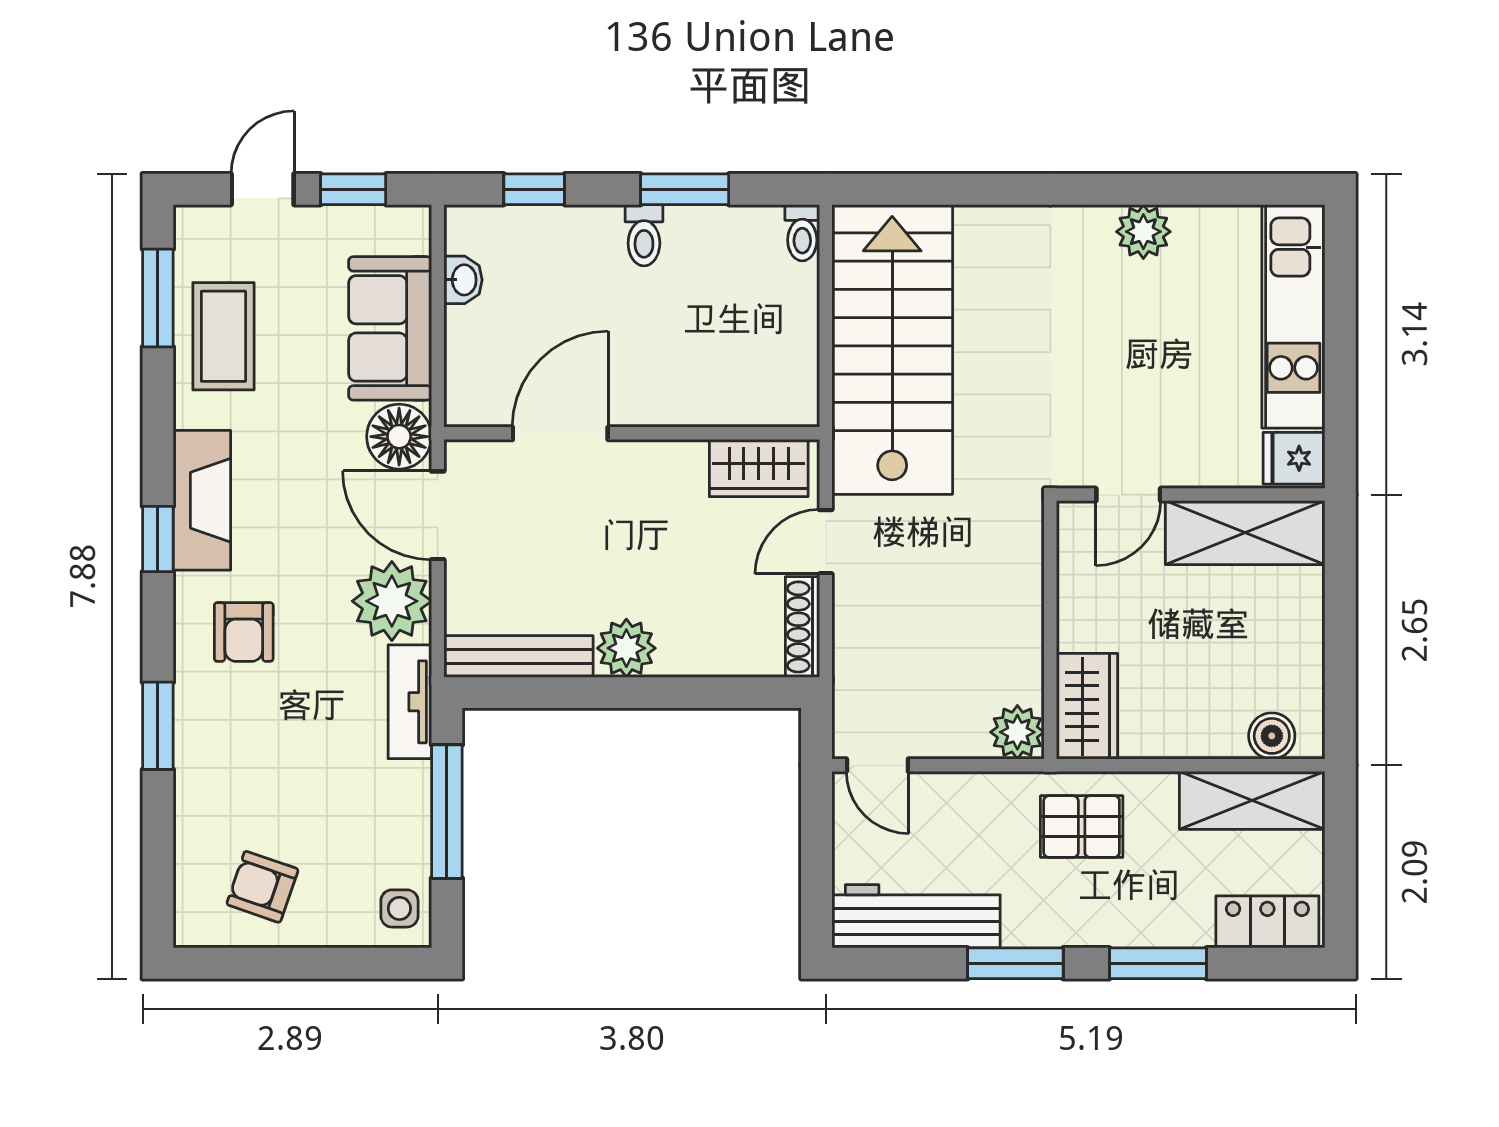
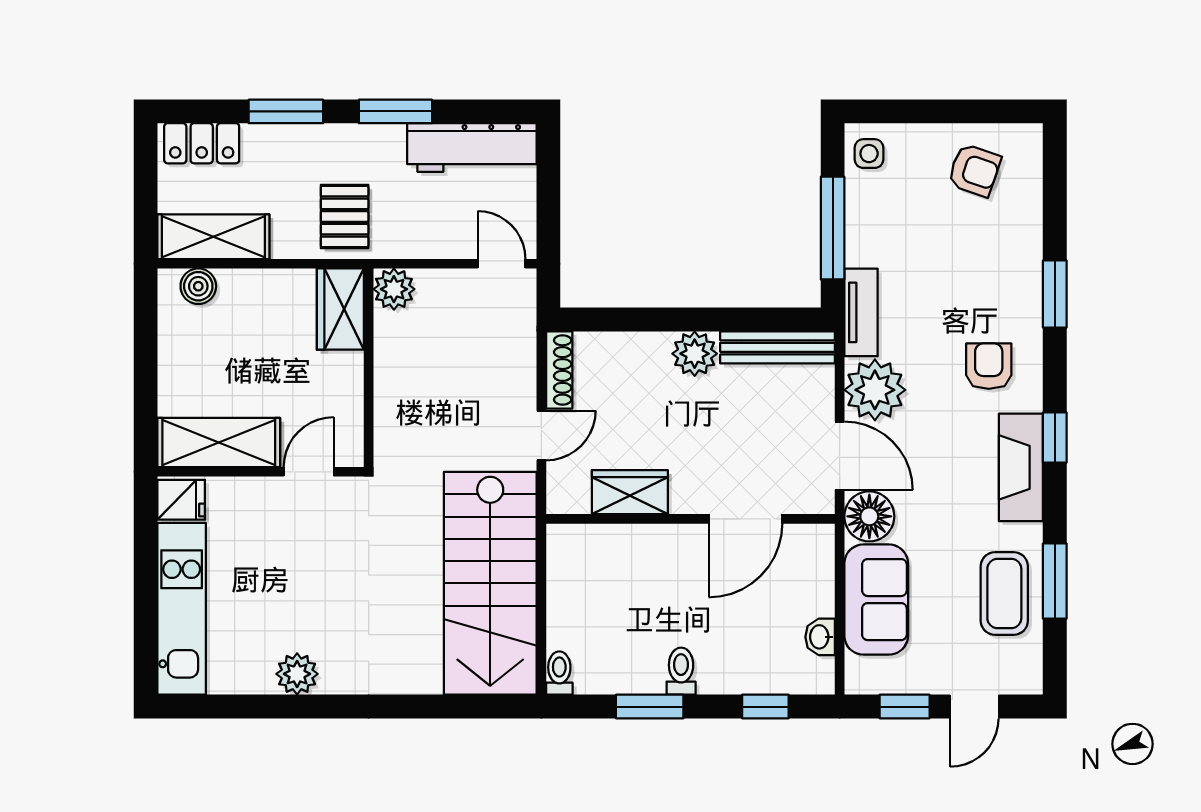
window: (158, 298) -> (1055, 581), moved
wardrobe: (759, 468) -> (630, 492), moved
pallet: (1082, 827) -> (345, 217), turned 90

